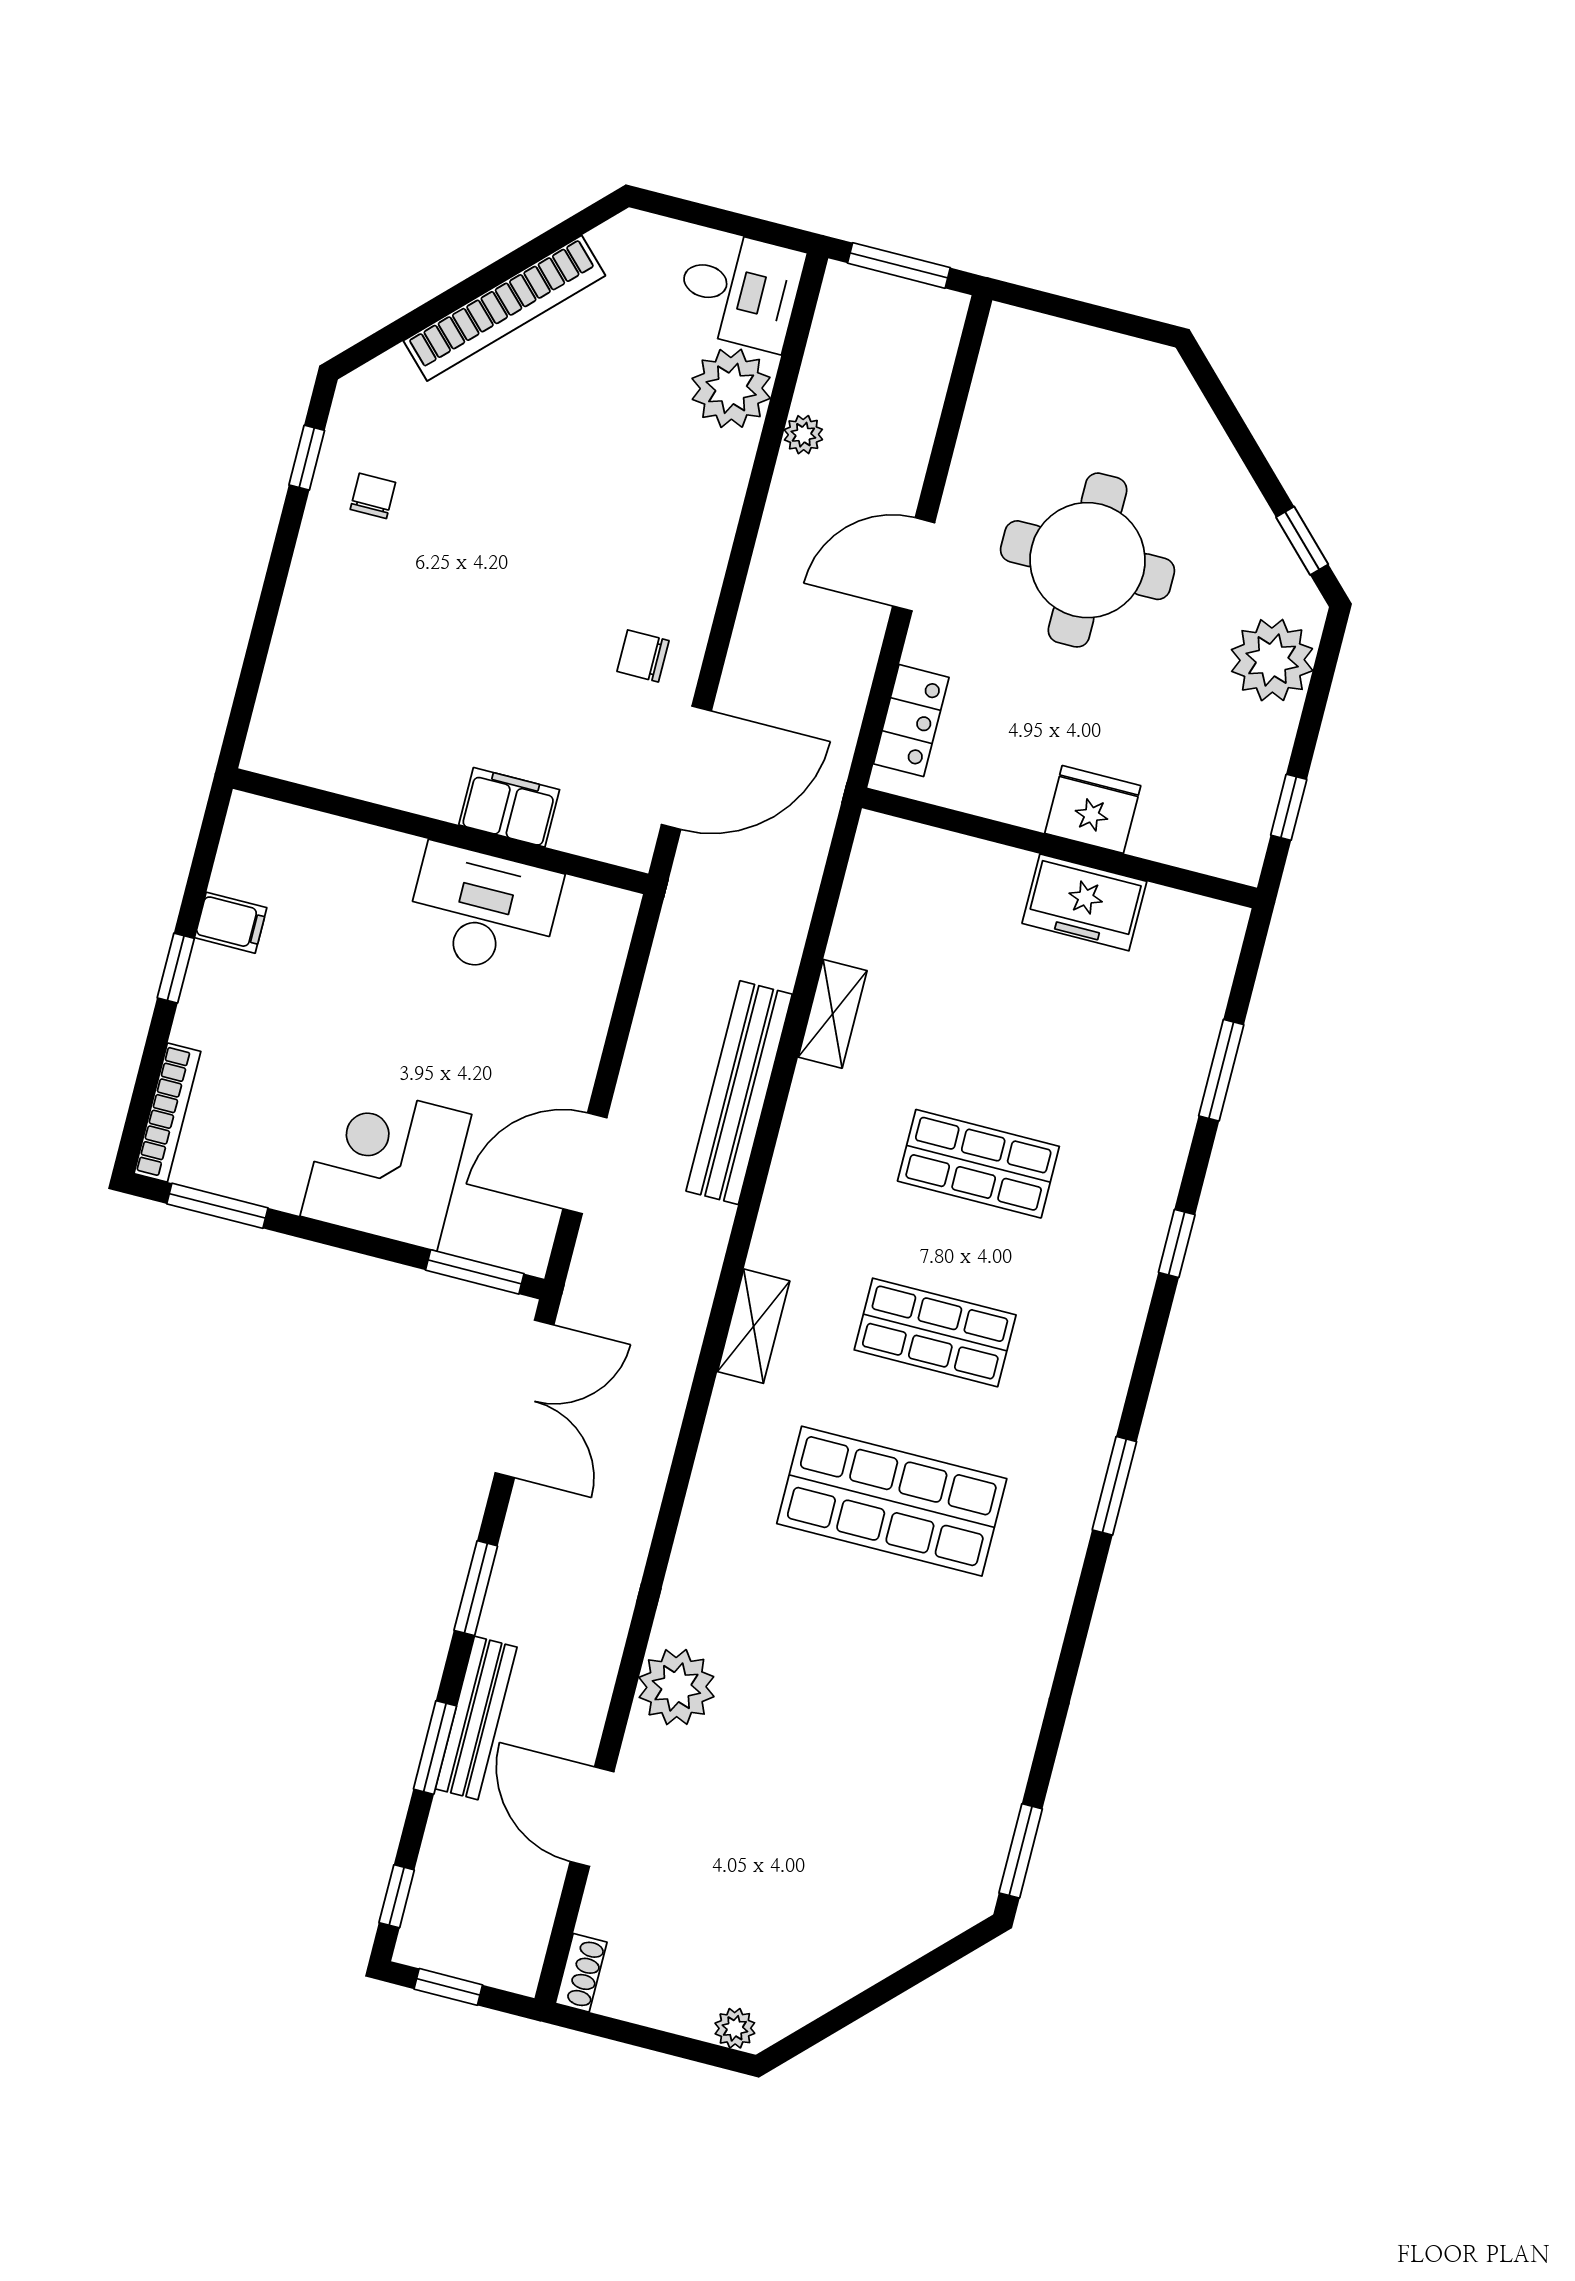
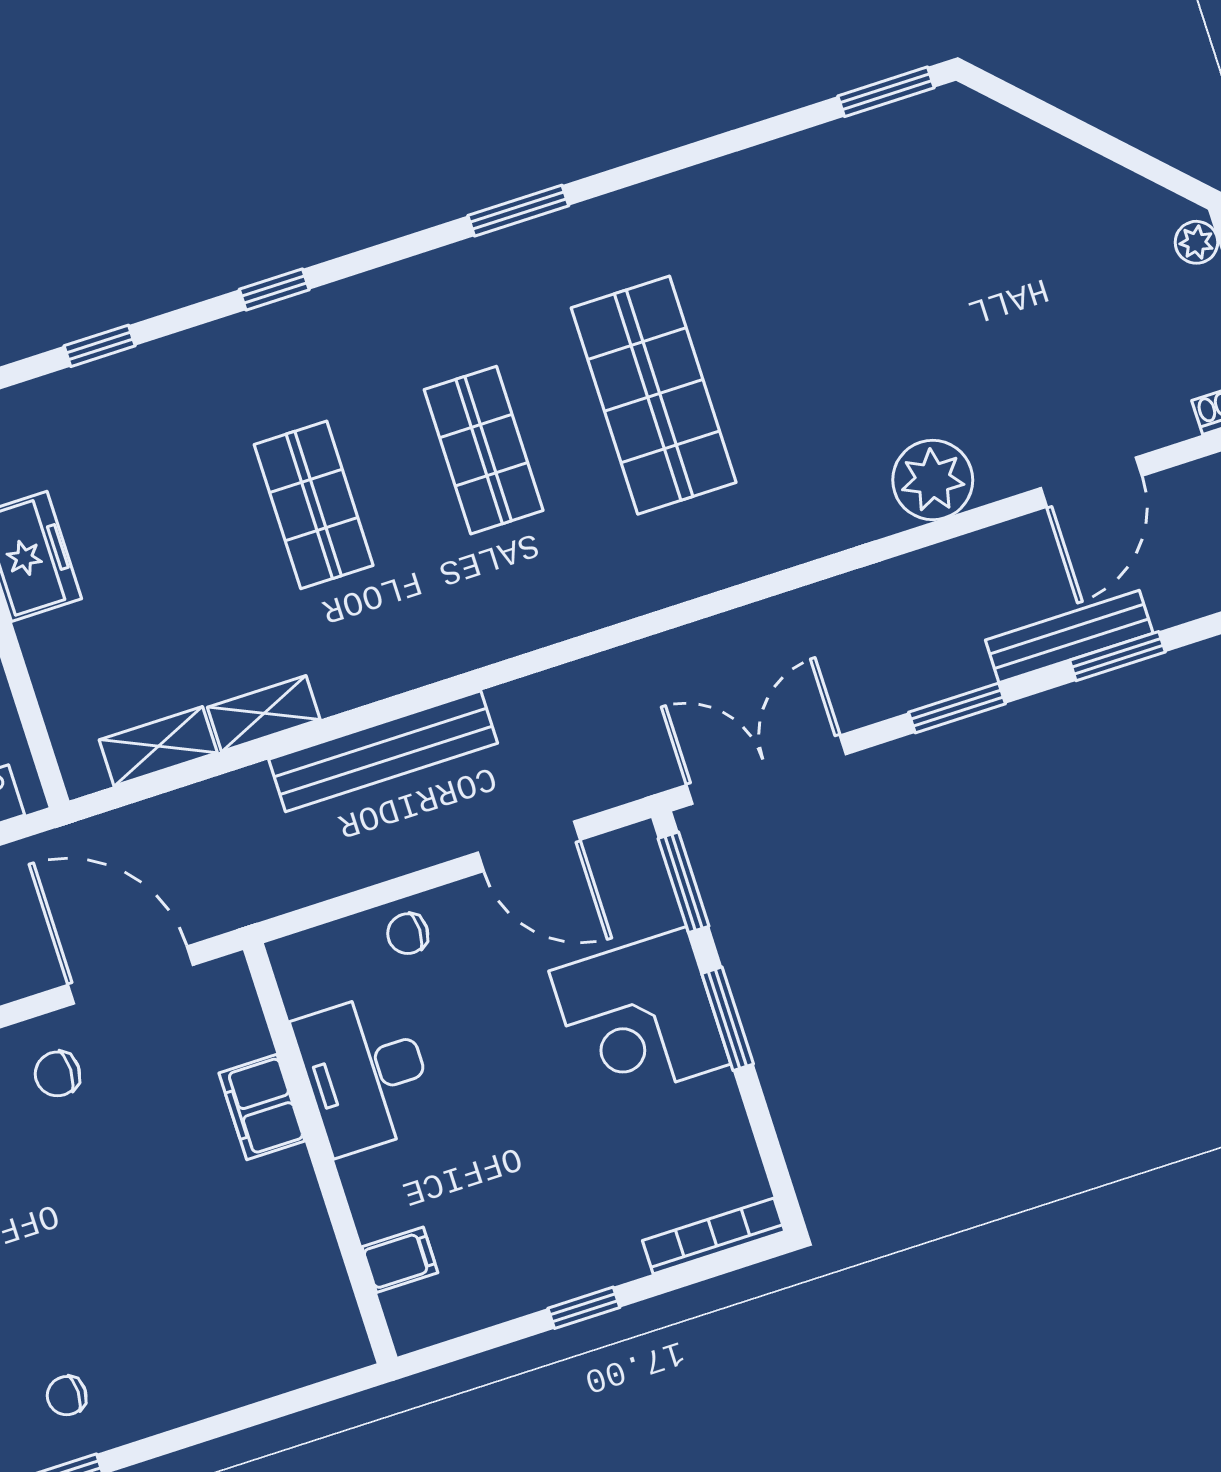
chair: (643, 656) -> (57, 1074), turned 90
filing cabinet: (231, 923) -> (400, 1260), moved, turned 90
chair: (576, 1018) -> (408, 934), added
window: (1221, 1070) -> (100, 346), width x0.67
window: (217, 1206) -> (728, 1019), moved
shelving: (754, 1326) -> (158, 746), moved

